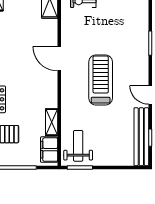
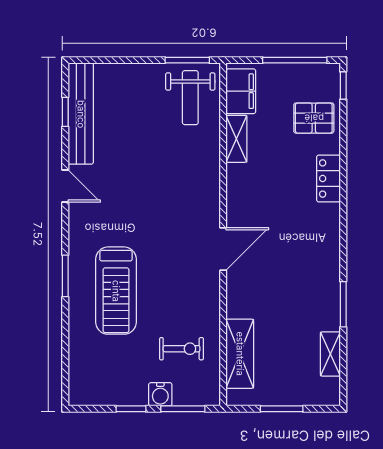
door: (59, 59) -> (223, 249), hinge flipped
treadmill: (101, 80) -> (116, 291), moved

